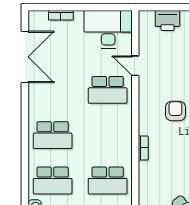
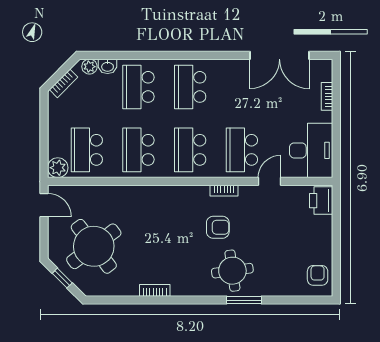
printer: (167, 20) -> (321, 201), moved
school desk: (108, 135) -> (190, 150), added
bookcase: (143, 148) -> (224, 191), moved

